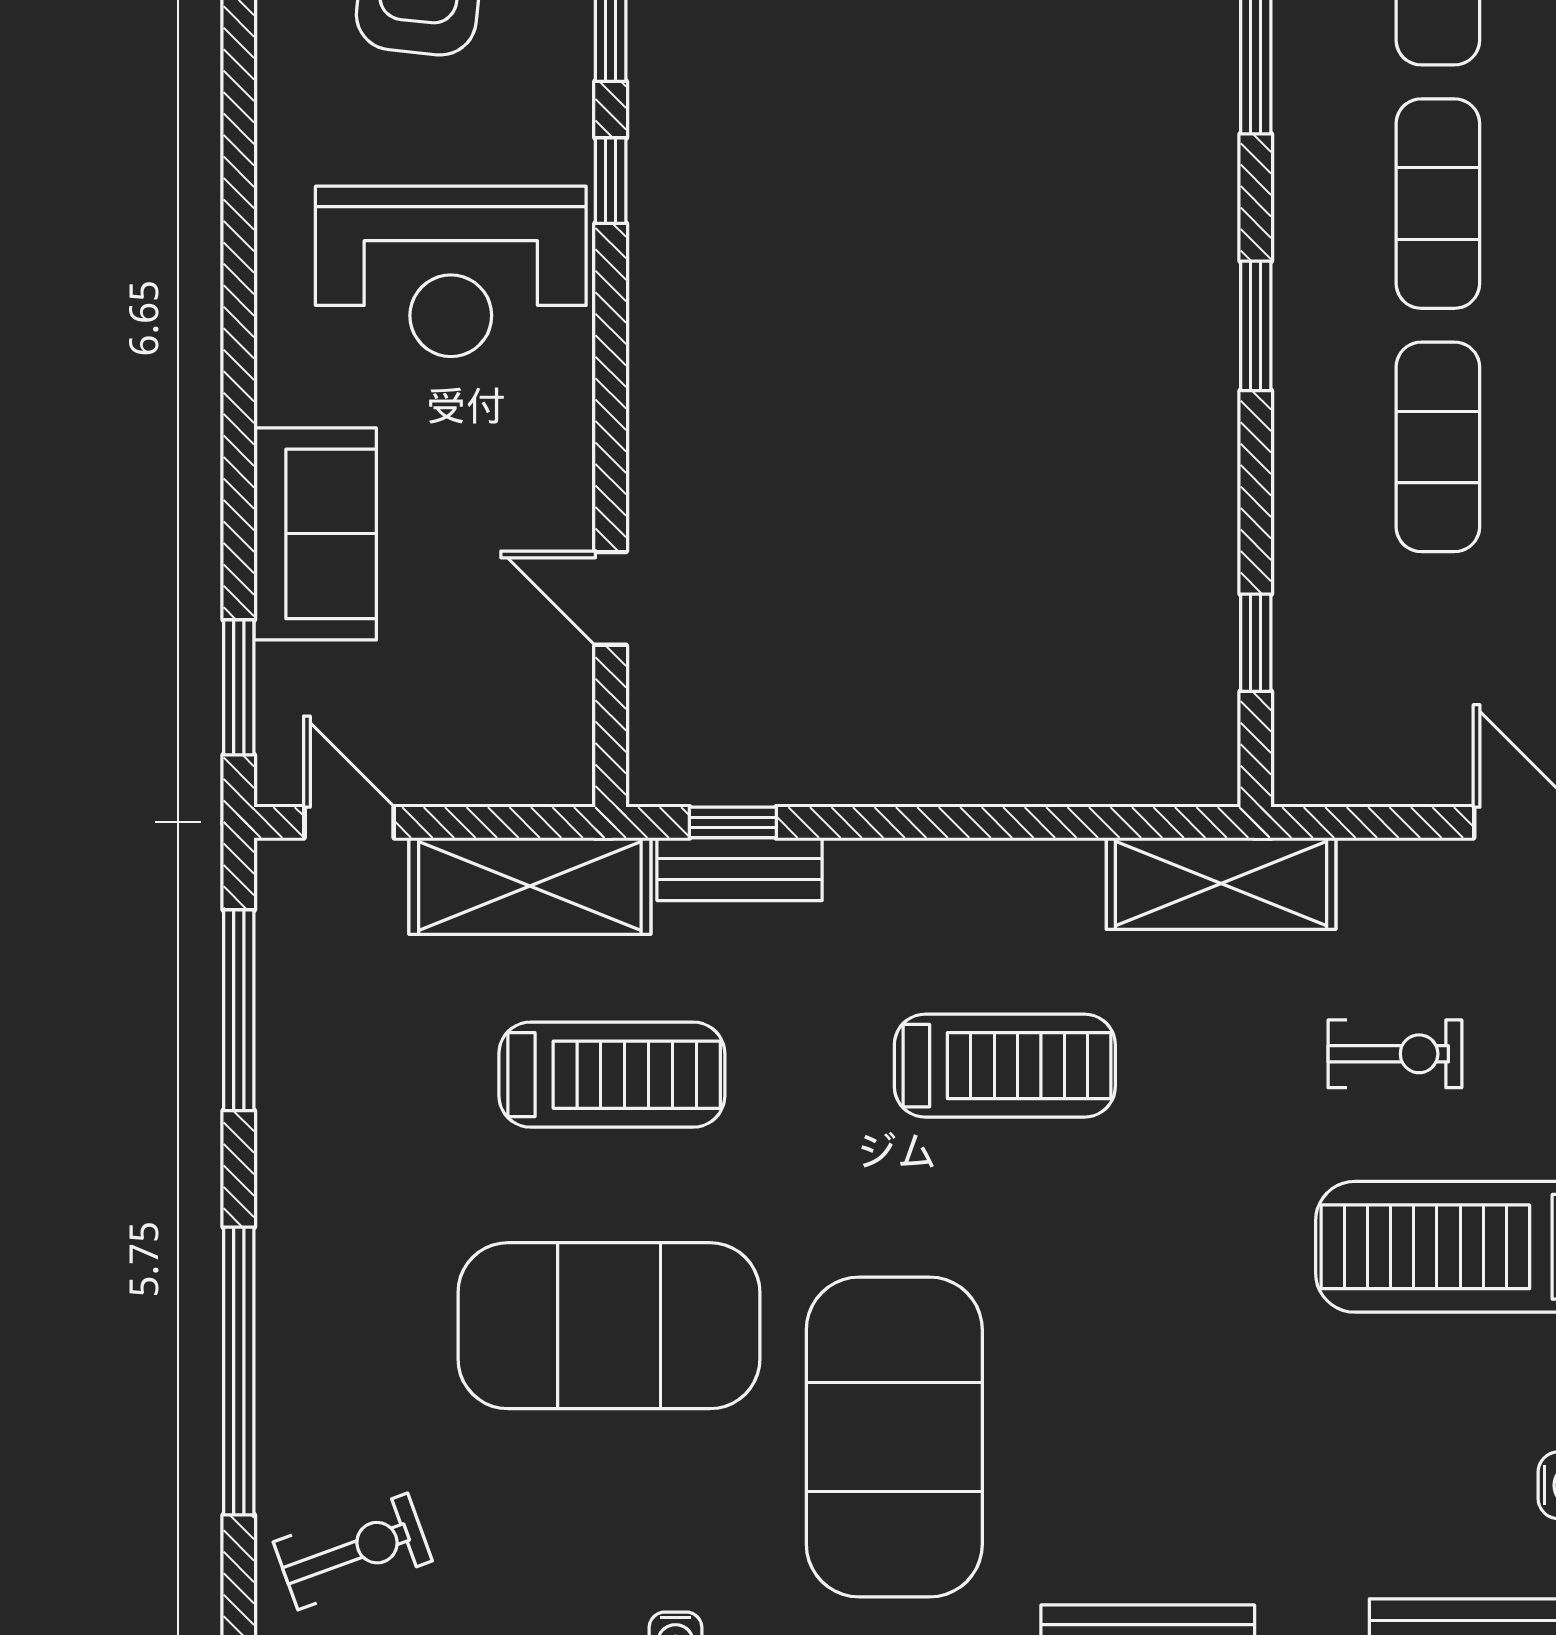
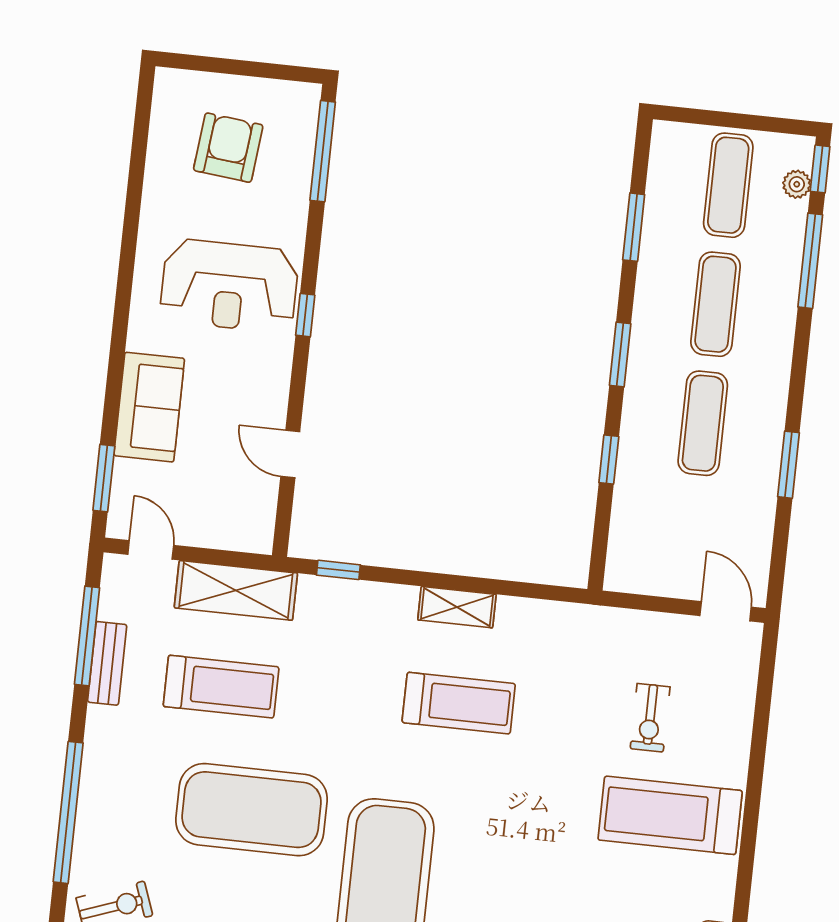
window: (611, 181) -> (305, 315), moved
window: (1256, 643) -> (609, 459), moved
bench: (740, 869) -> (107, 663), moved, turned 90
shelving: (1221, 883) -> (457, 607), moved, width x0.67, depth x0.75
exercise bike: (1395, 1054) -> (650, 718), turned 90
treadmill: (612, 1075) -> (221, 687), moved

